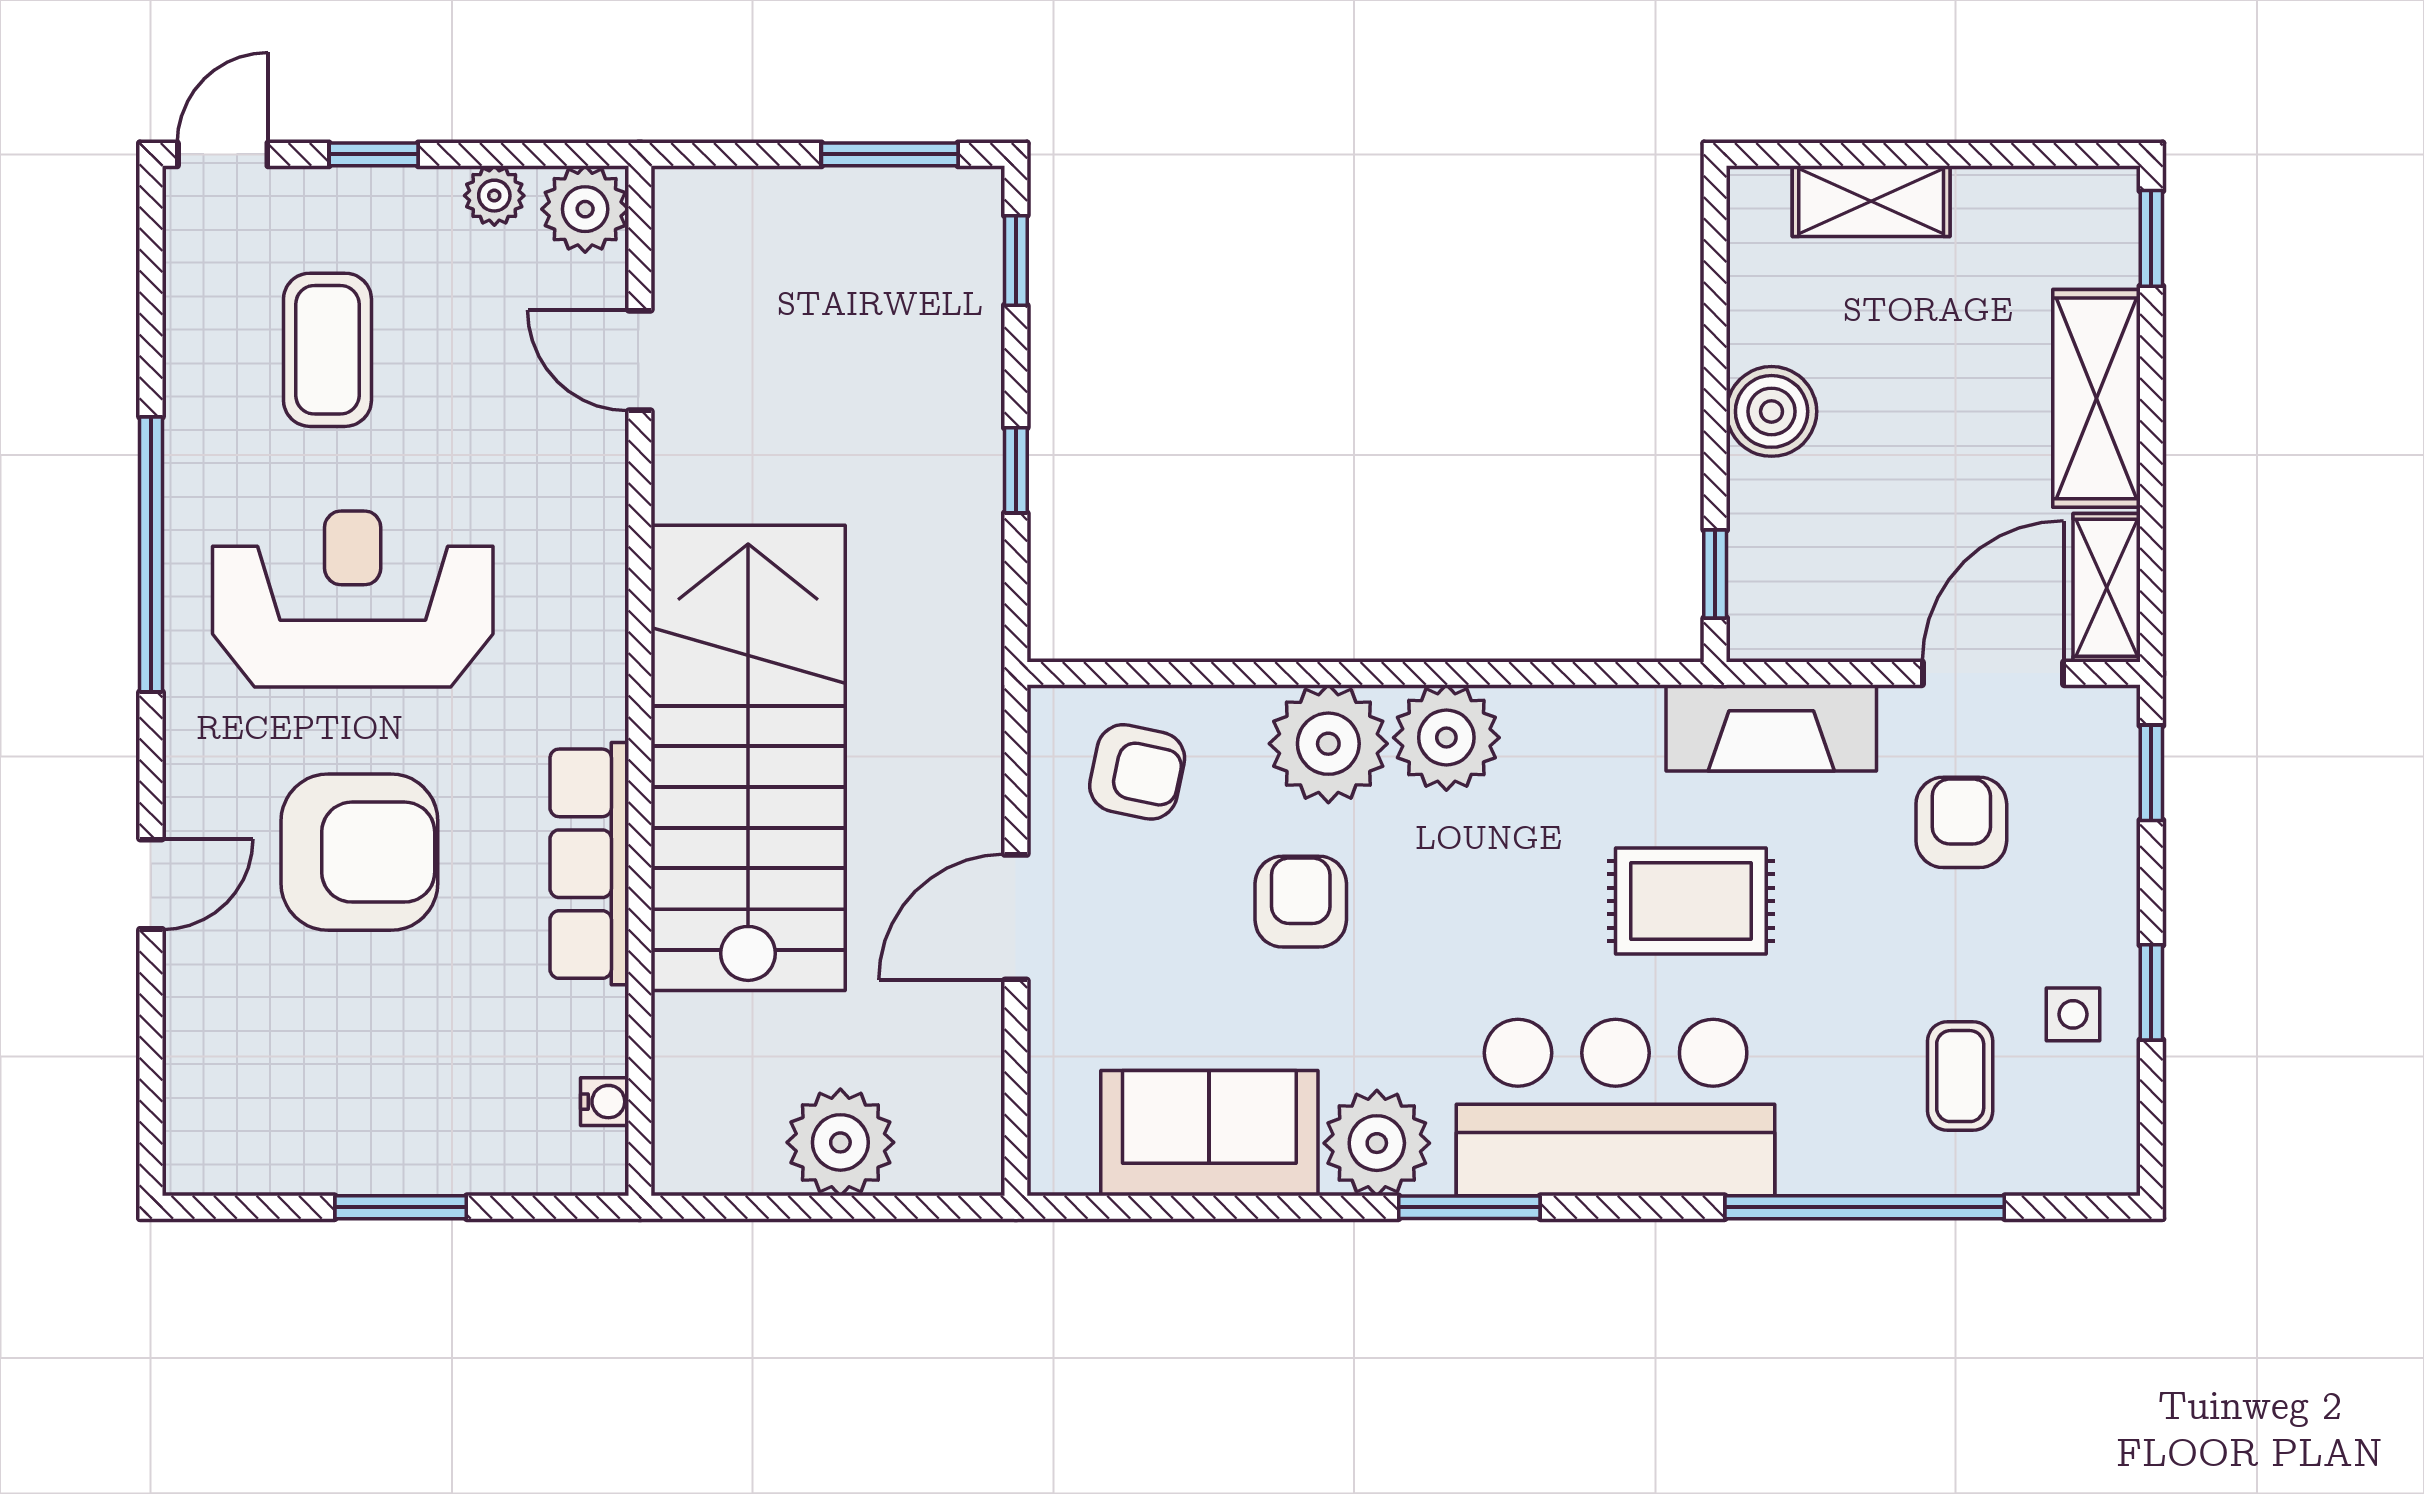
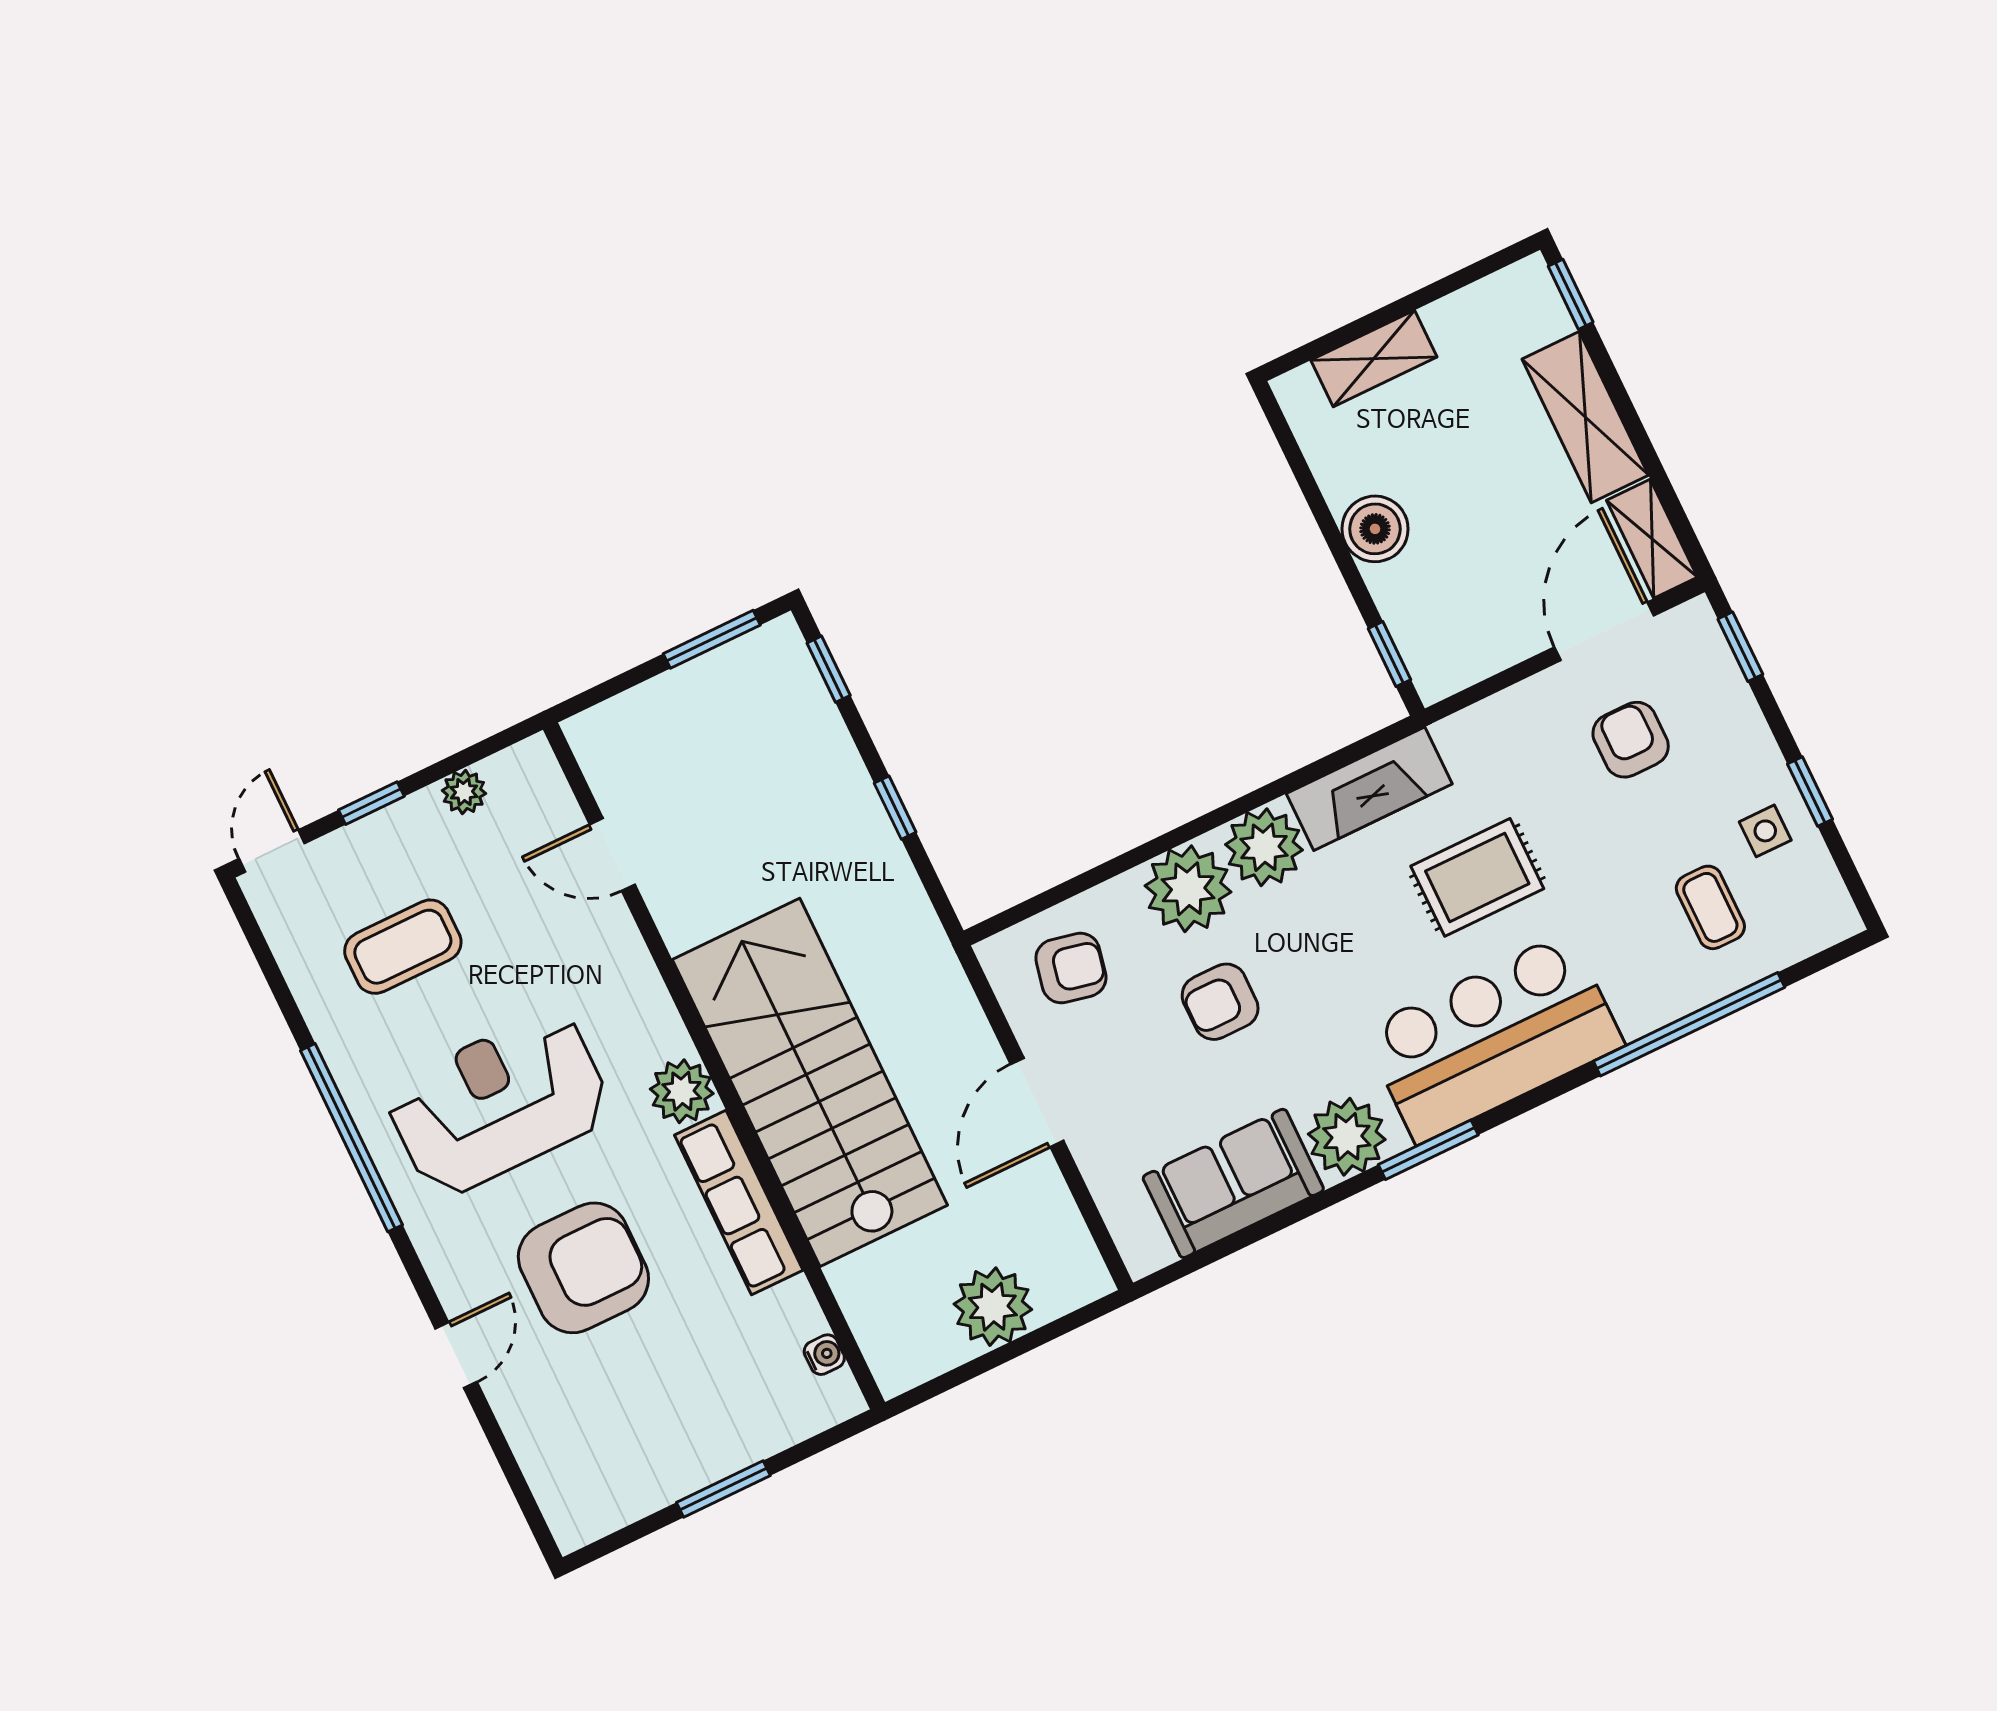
plant: (585, 209) -> (682, 1091), moved
coffee table: (327, 350) -> (403, 947), turned 90
fireplace: (1771, 728) -> (1369, 789), moved
armchair: (1301, 902) -> (1220, 1002), turned -90

